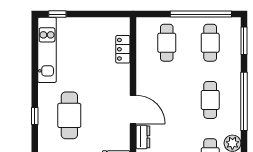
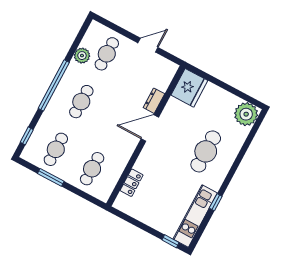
window: (201, 14) -> (51, 177), width x0.47
window: (244, 41) -> (27, 136), width x0.67
door: (133, 110) -> (150, 128), hinge flipped
window: (35, 116) -> (216, 202), moved

